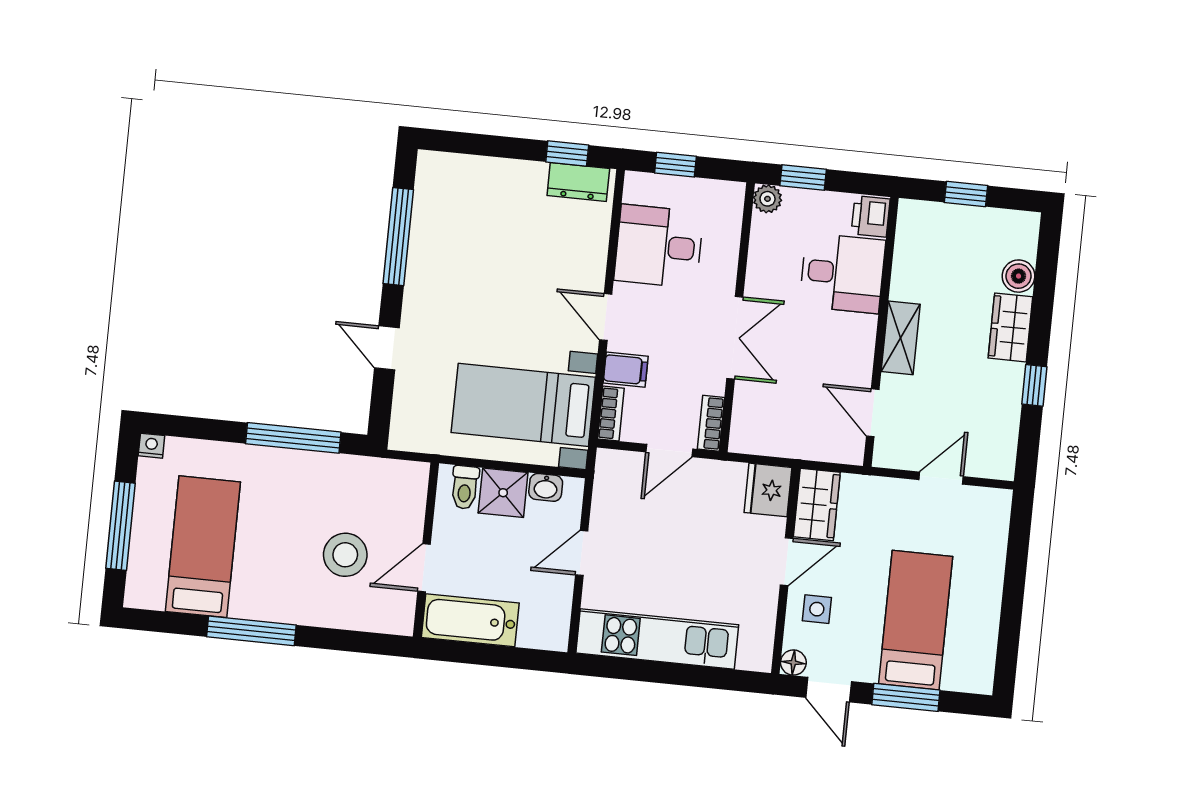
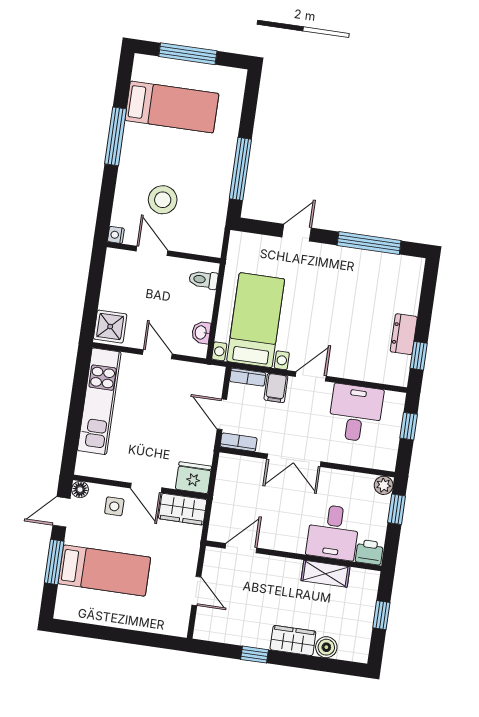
dresser: (578, 182) -> (404, 334), moved
shelving: (901, 338) -> (325, 574), moved
nightstand: (151, 446) -> (116, 235), moved, turned 180
shower: (503, 493) -> (110, 327), moved
bathtub: (470, 620) -> (116, 280), removed

